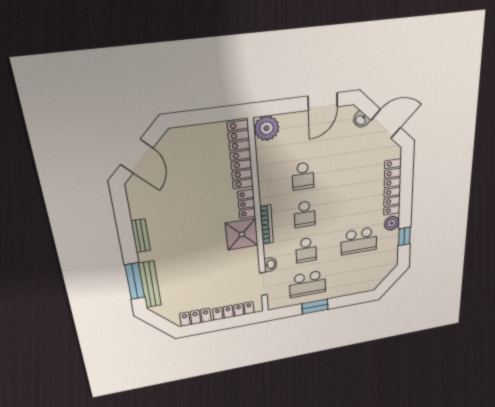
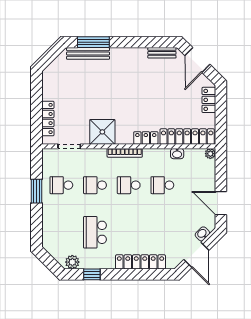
plant: (267, 128) -> (210, 154), width x0.53, depth x0.53
door: (137, 156) -> (197, 60), hinge flipped
plant: (392, 223) -> (72, 262), moved
shower: (242, 234) -> (102, 132), moved
bench: (141, 236) -> (162, 53), moved
washbasin: (270, 264) -> (177, 154), moved
school desk: (308, 284) -> (61, 185), width x0.54
locker: (195, 317) -> (209, 100), moved, turned 180

